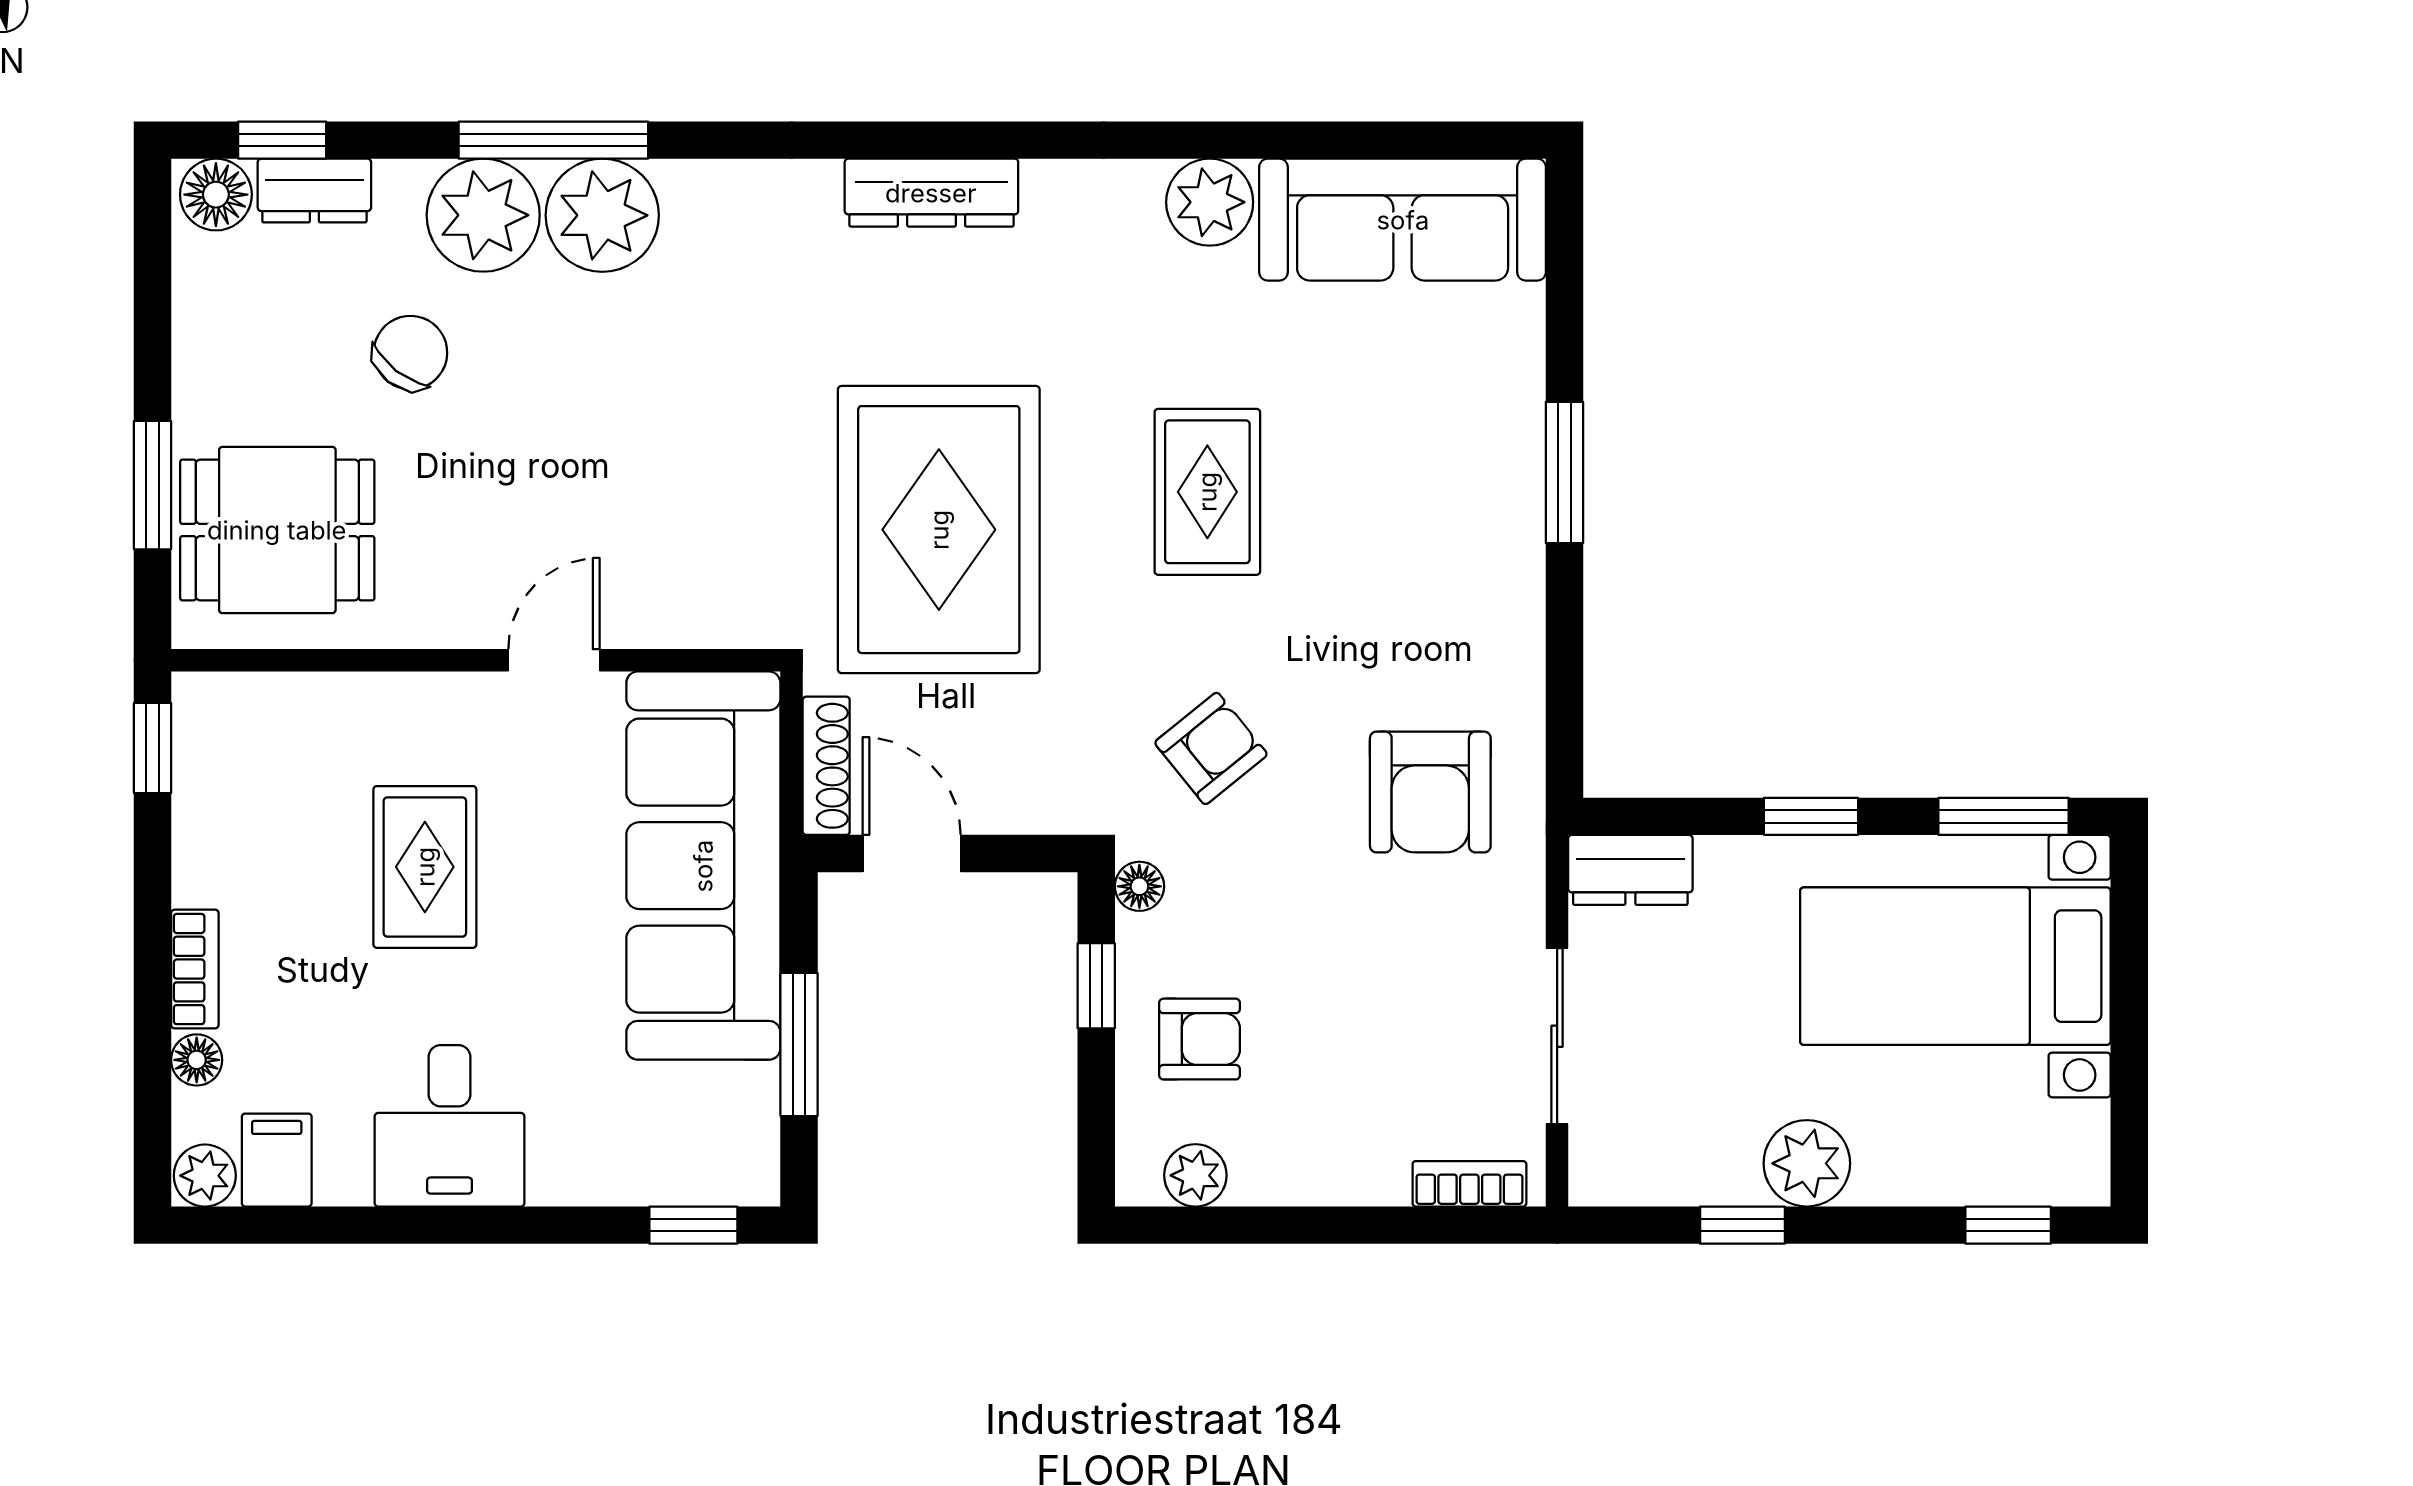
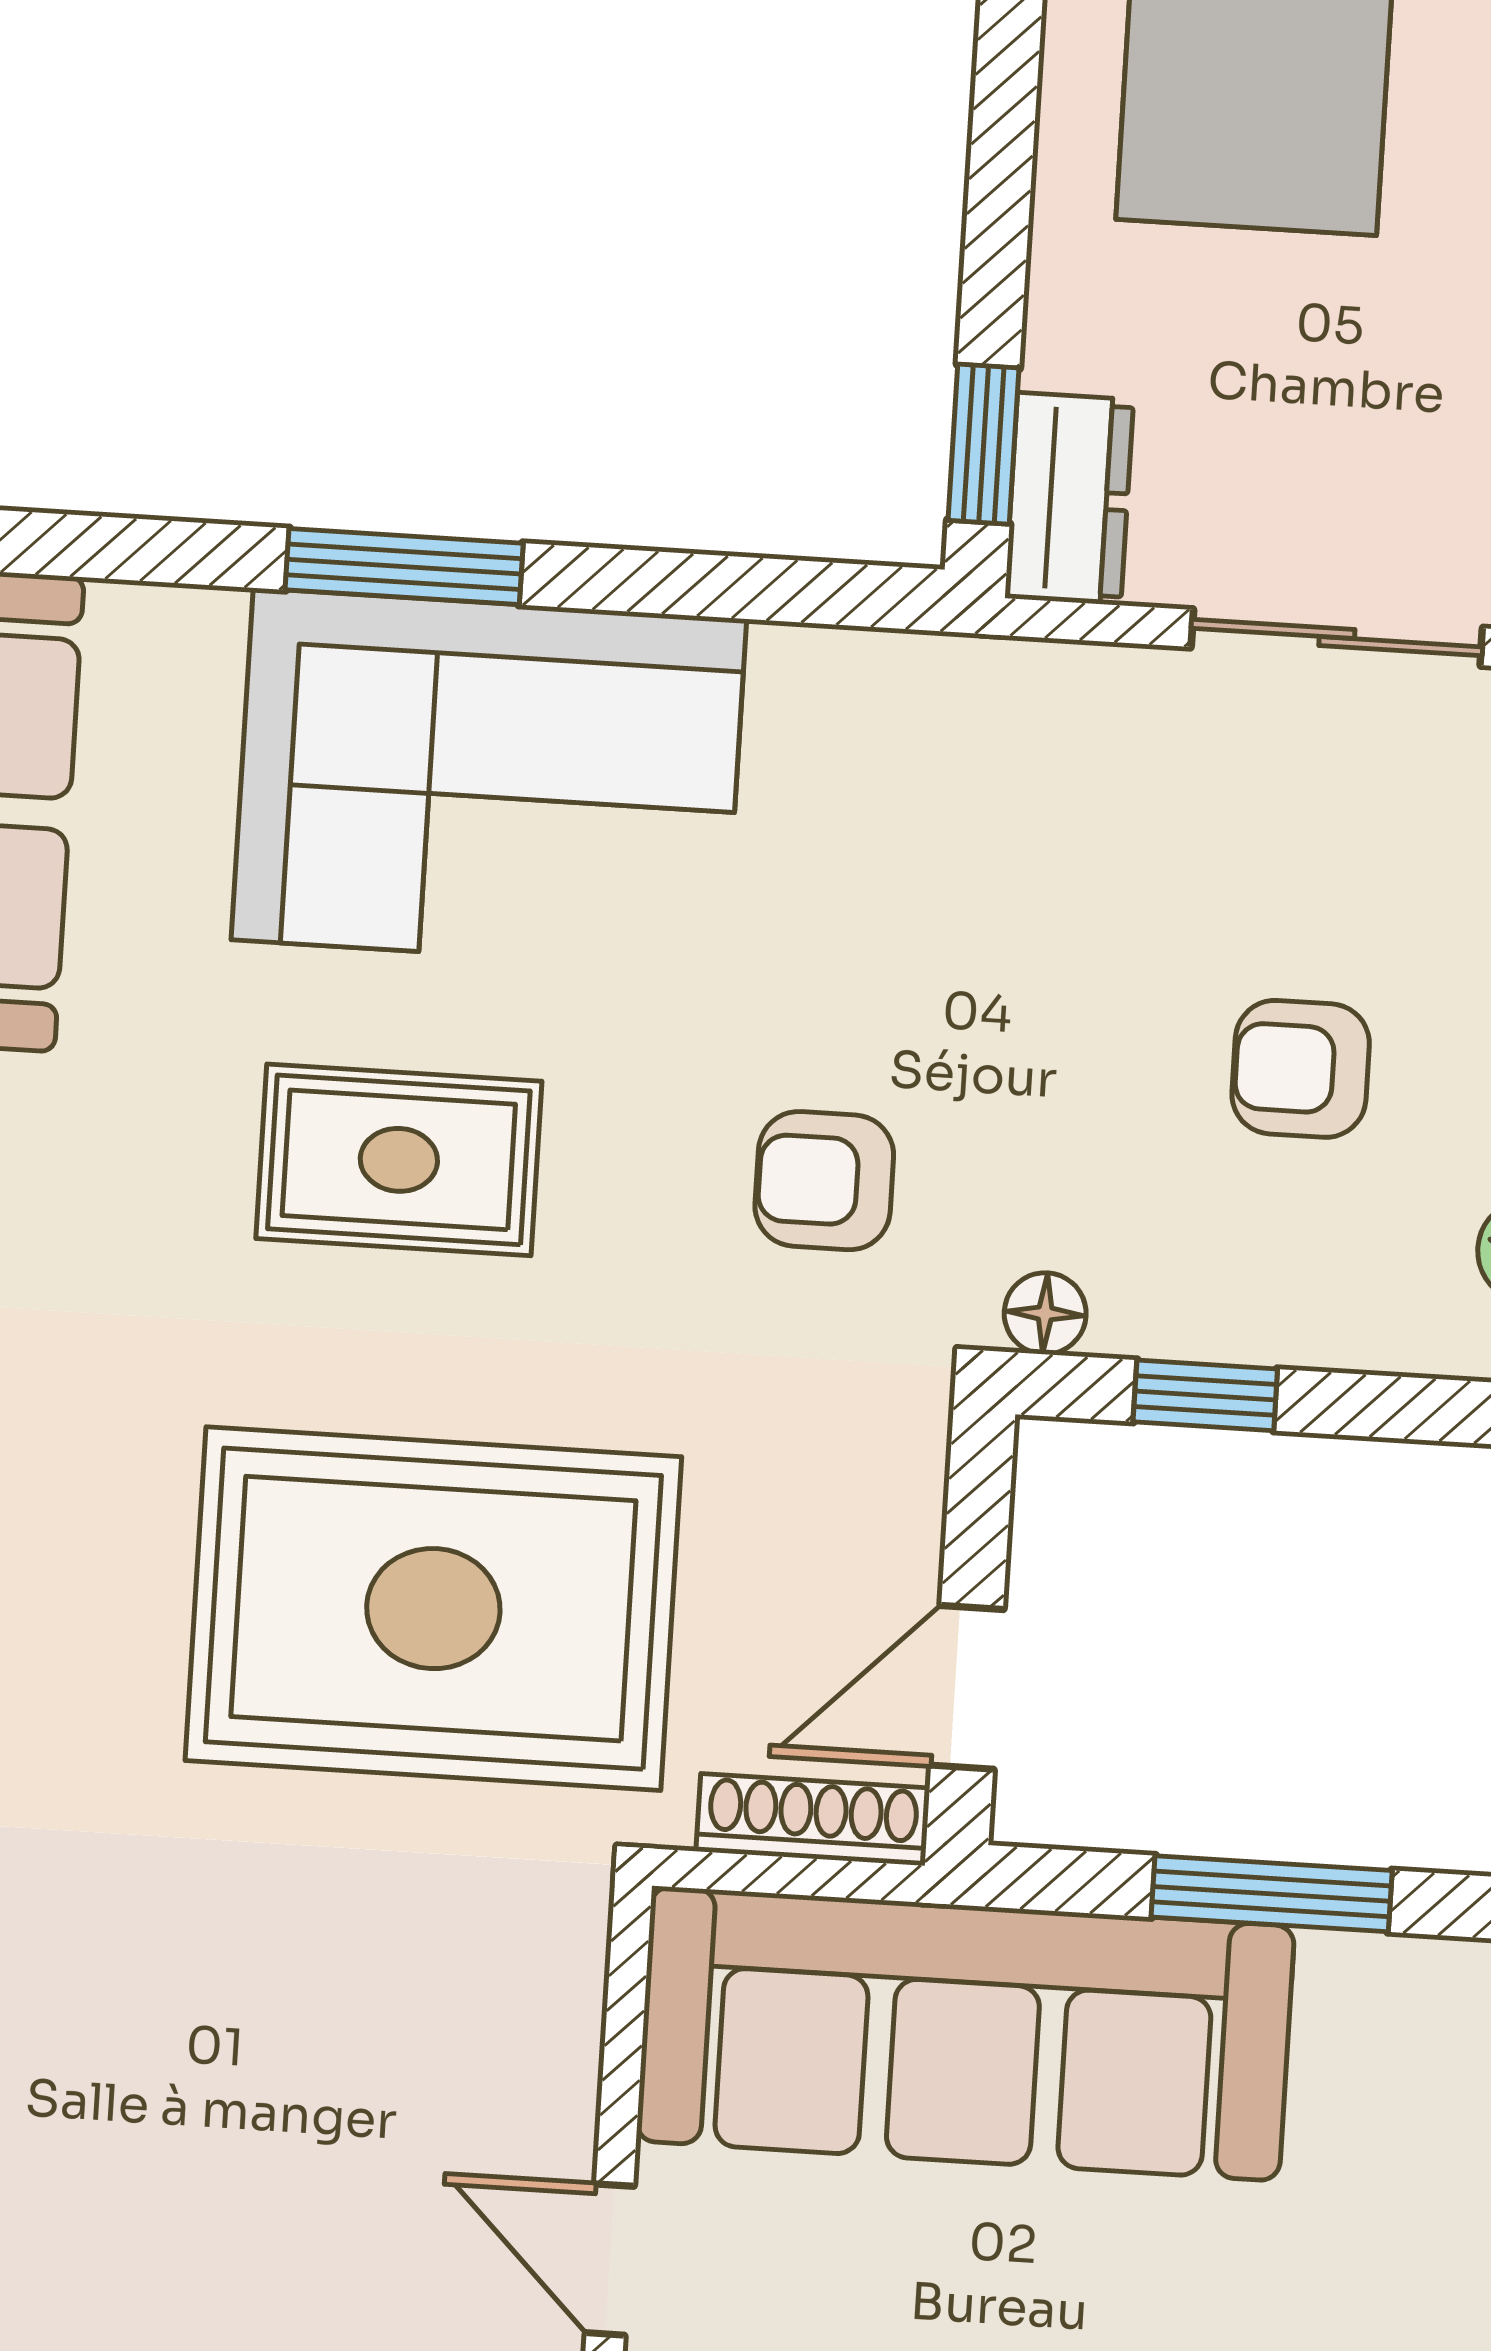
corner sofa: (1440, 532) -> (489, 779), added
armchair: (1211, 748) -> (824, 1181), turned -51
armchair: (1430, 792) -> (919, 822), removed
window: (1811, 816) -> (984, 444), moved
armchair: (1200, 1039) -> (1301, 1069), moved, turned -90

